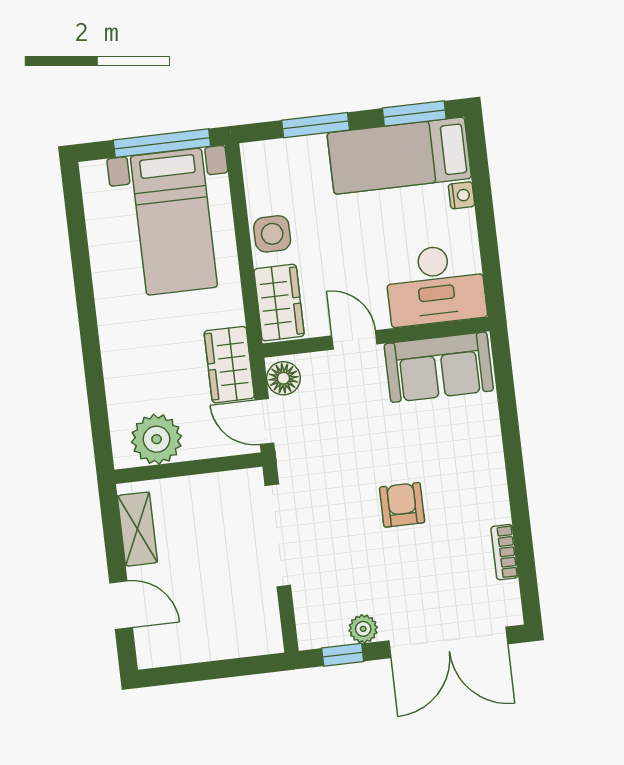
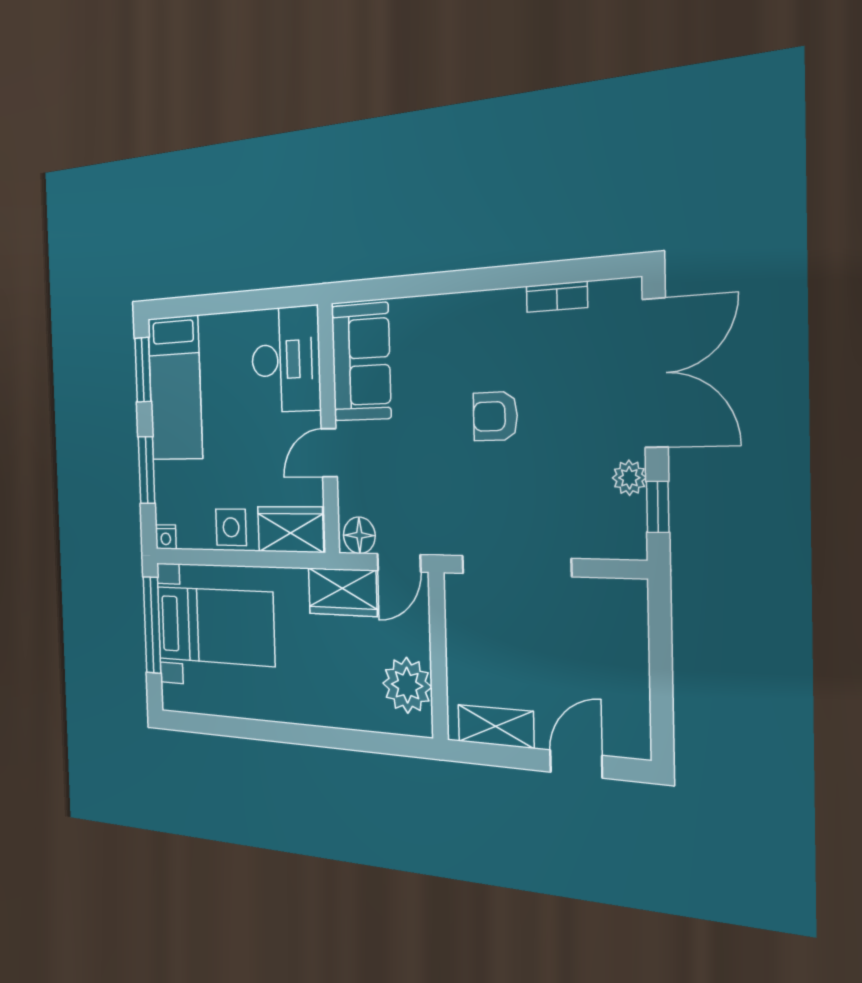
nightstand: (461, 195) -> (166, 537), moved, turned 180

